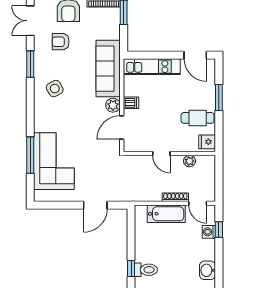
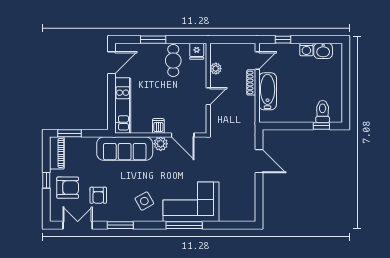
double door: (30, 21) -> (78, 225), swing flipped
window: (30, 155) -> (184, 225), moved
corner sofa: (54, 161) -> (191, 202), moved
washing machine: (209, 232) -> (306, 49), moved

